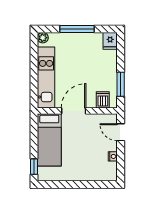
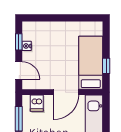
window: (121, 160) -> (19, 42), added
window: (34, 167) -> (106, 66), moved

